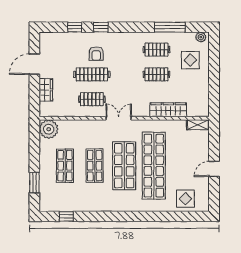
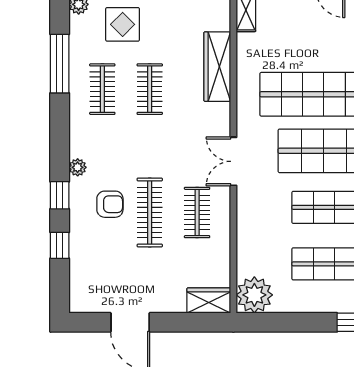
plant: (116, 37) -> (78, 167), added
wardrobe: (46, 90) -> (209, 300), moved

